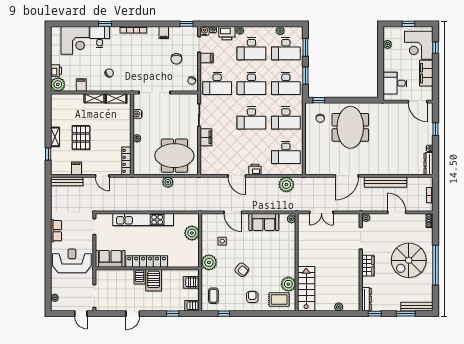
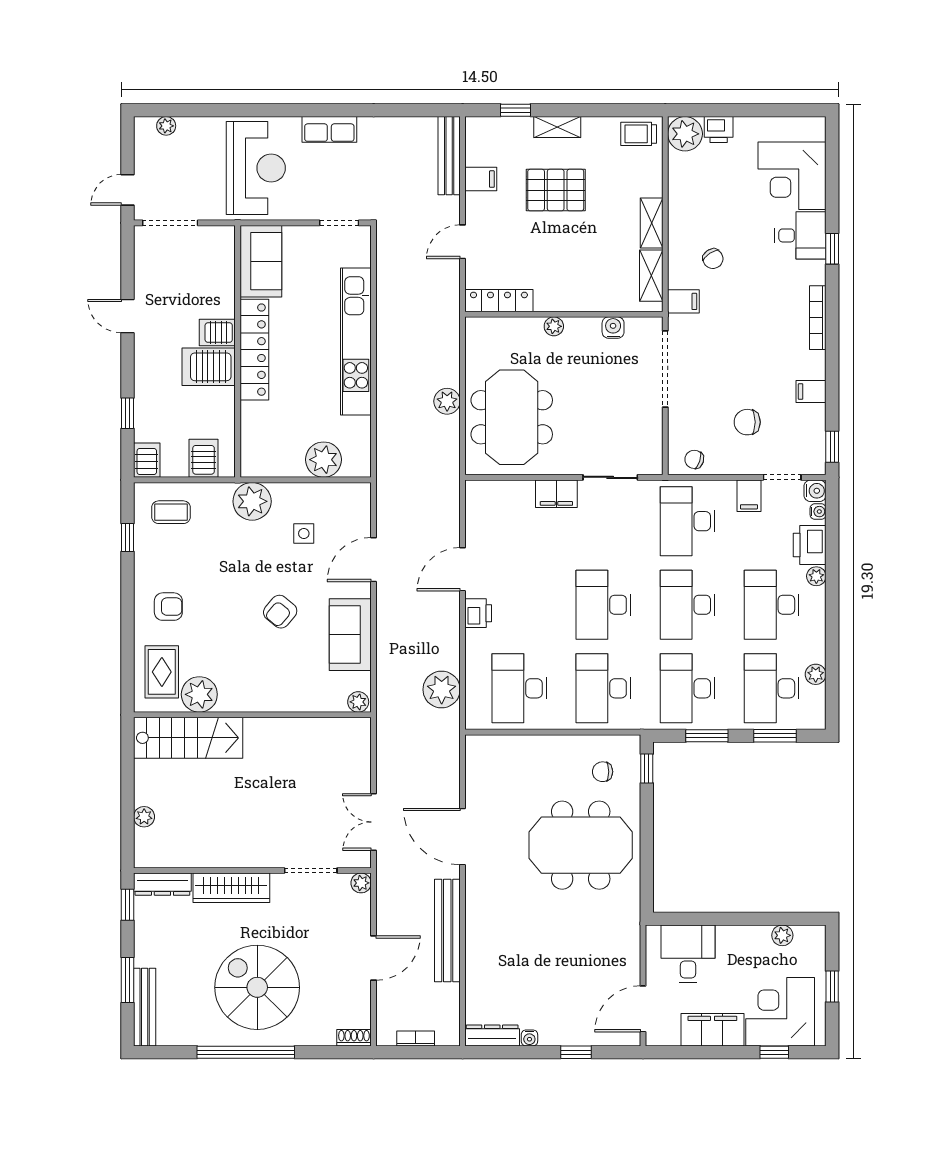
filing cabinet: (81, 85) -> (683, 301), moved
trolley: (58, 103) -> (639, 134), added
double door: (321, 212) -> (374, 822), moved
wardrobe: (368, 266) -> (231, 888), width x1.50
armchair: (242, 270) -> (280, 612), moved

